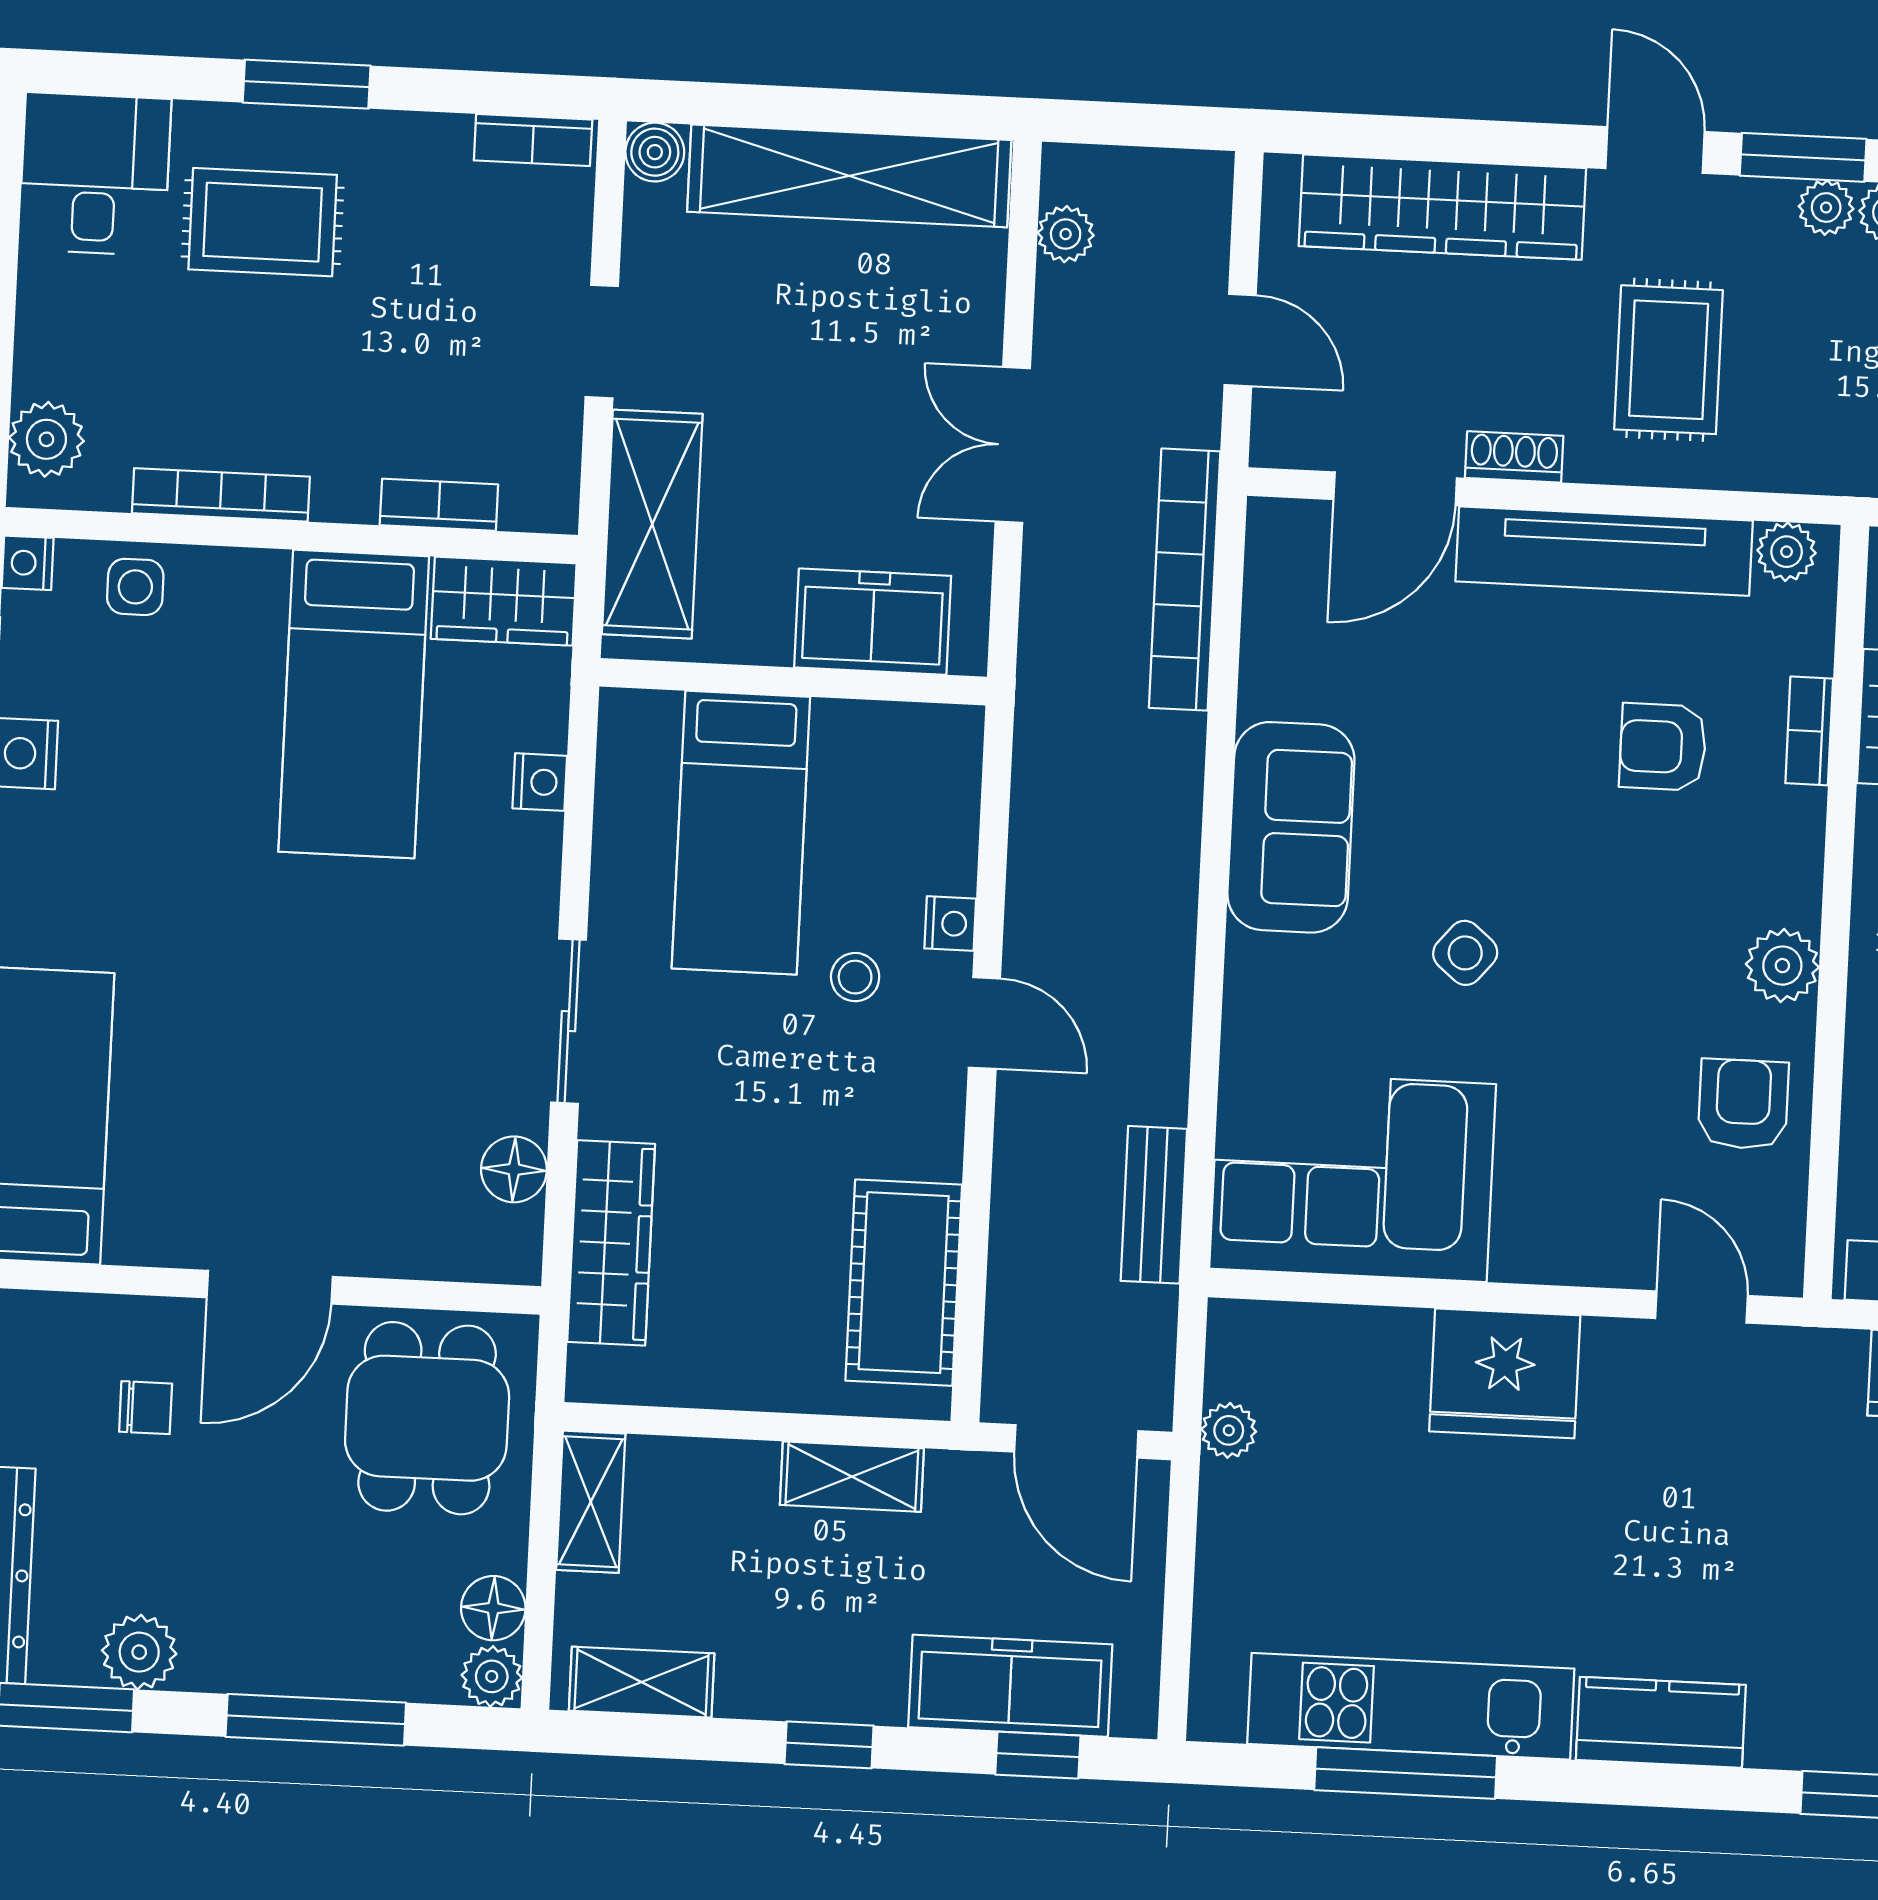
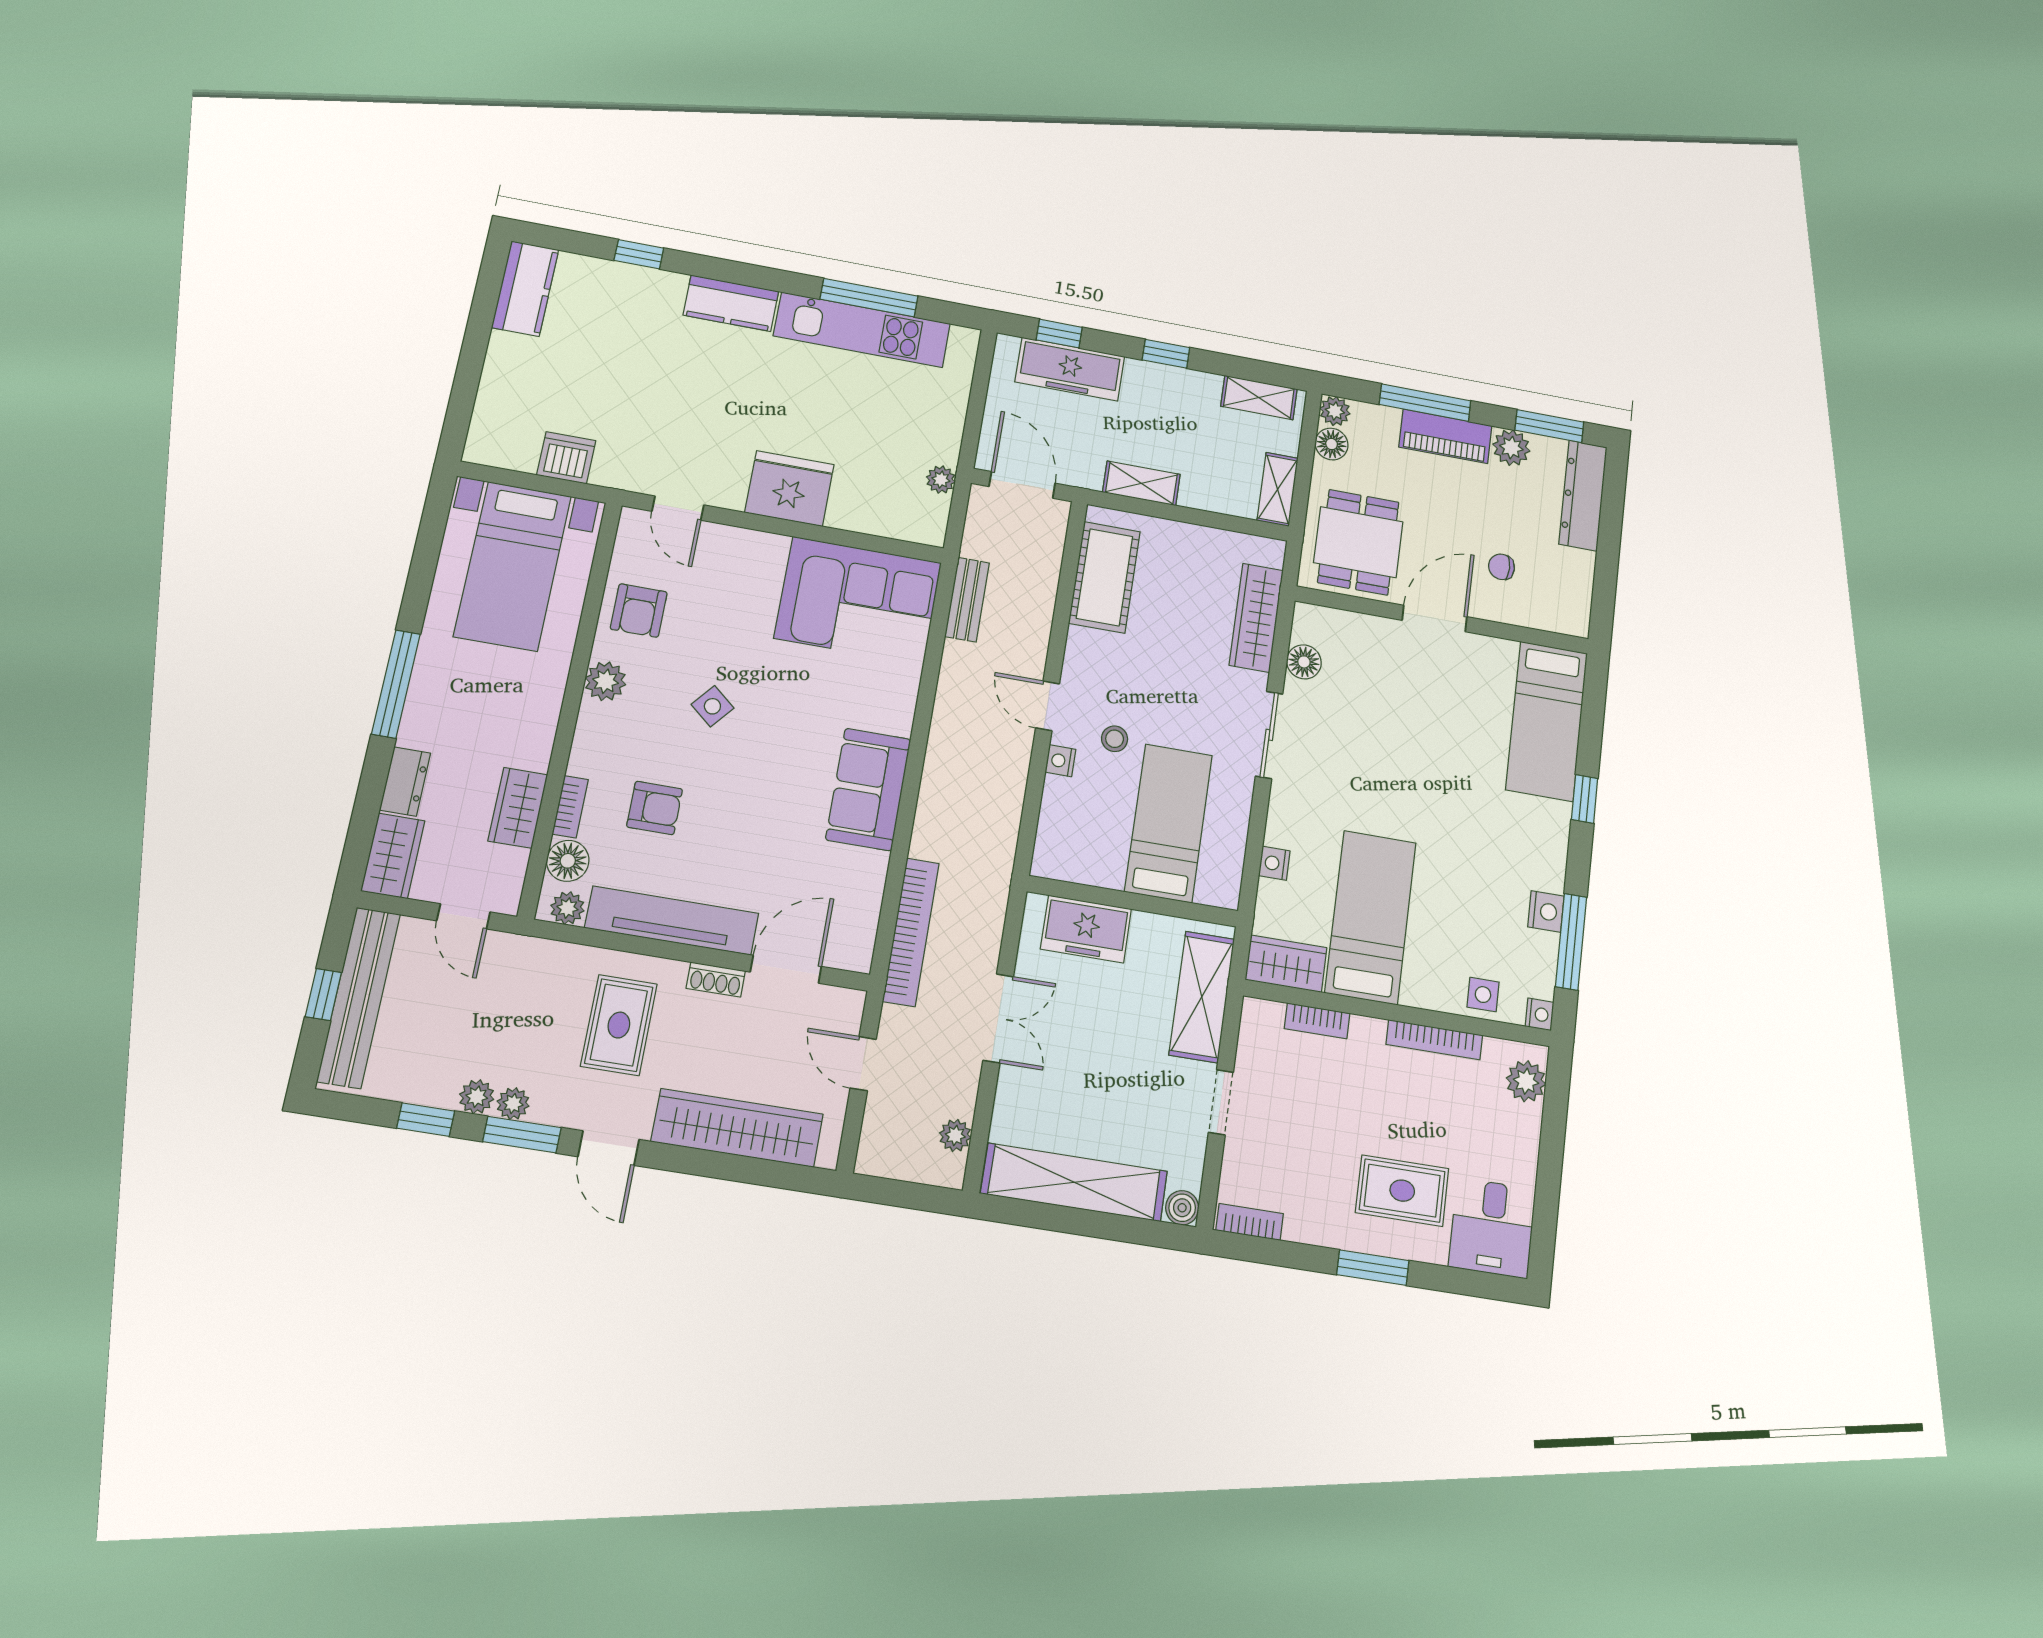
floor lamp: (1799, 635) -> (568, 861), added
side table: (1465, 953) -> (712, 706), moved
piano: (271, 1656) -> (1445, 436), added

